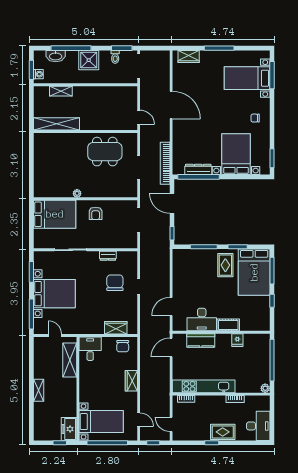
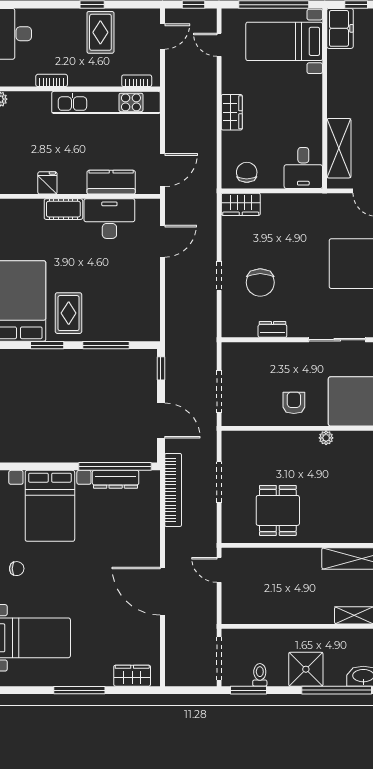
dining table: (105, 152) -> (278, 510), width x0.73
wardrobe: (116, 328) -> (241, 204), moved
door: (171, 424) -> (163, 36), hinge flipped
rug: (223, 432) -> (100, 32), moved, turned 90

